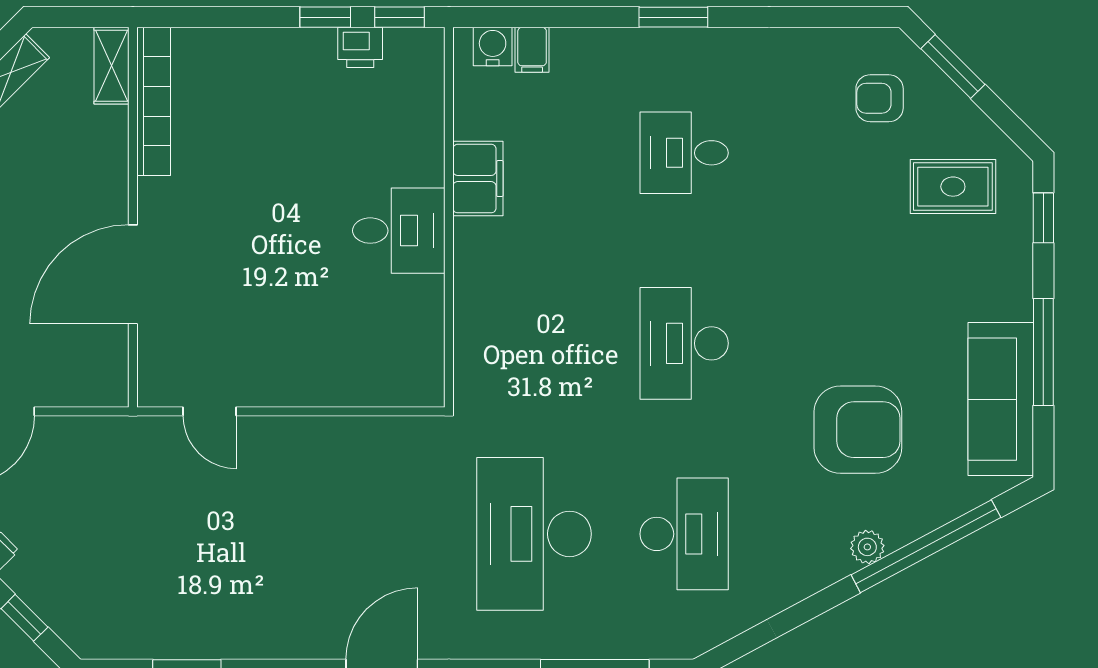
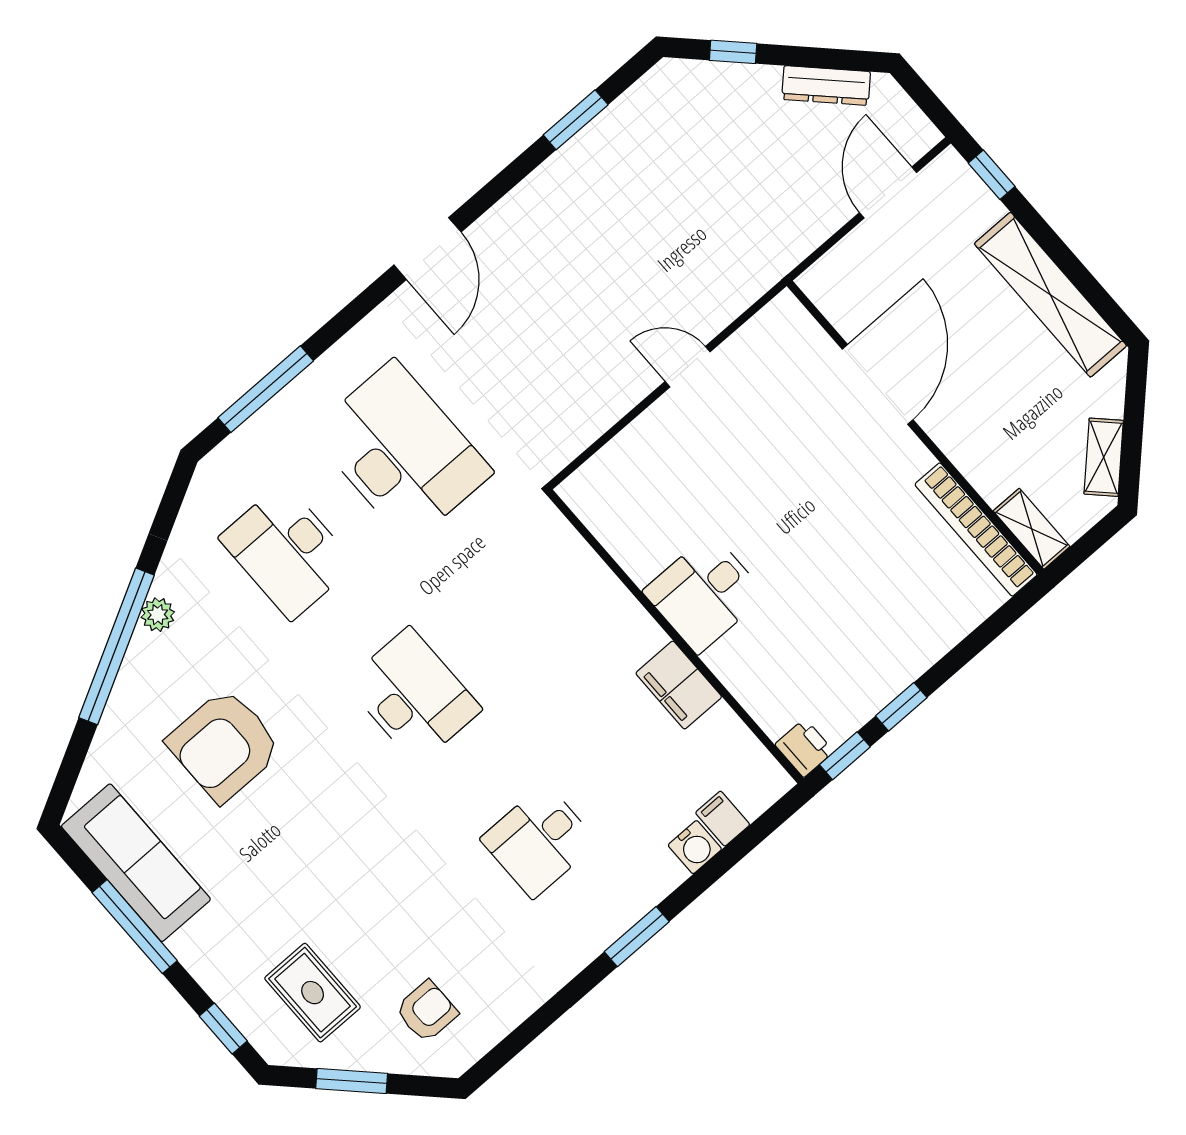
printer: (360, 47) -> (804, 748), moved, turned 90
water cooler: (493, 47) -> (695, 847), moved
window: (953, 66) -> (352, 1081), moved
desk: (684, 153) -> (539, 841), turned 180
rug: (953, 187) -> (313, 993), turned 90
door: (209, 411) -> (688, 367), moved
window: (926, 546) -> (117, 646), moved
plant: (867, 547) -> (158, 615), moved

